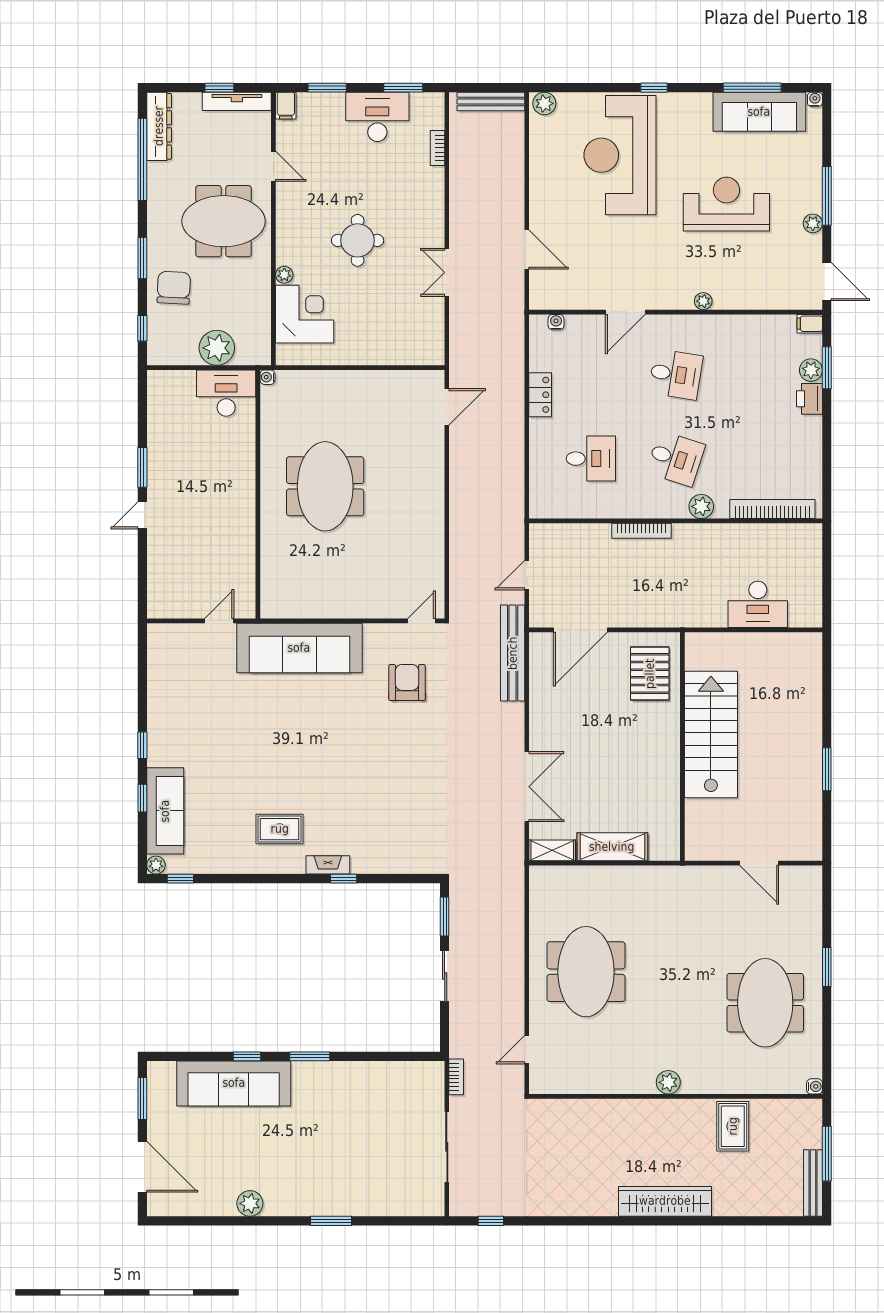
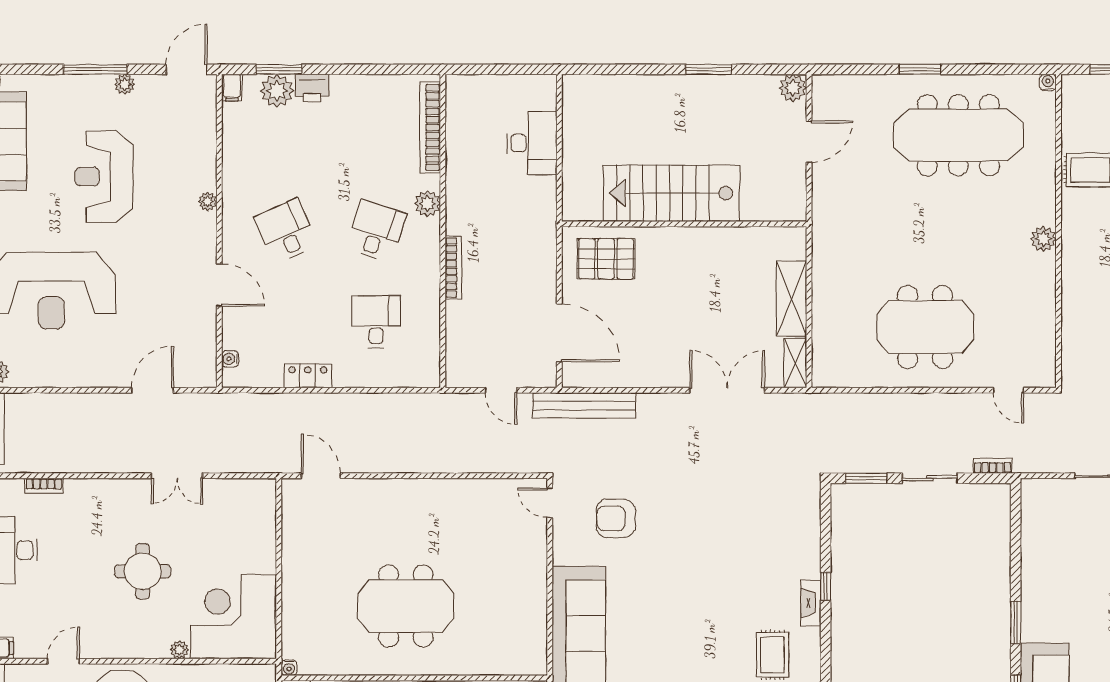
corner desk: (305, 314) -> (233, 617), width x1.36, depth x1.36
plant: (811, 370) -> (277, 91), width x1.36, depth x1.36
desk: (676, 374) -> (286, 231), turned -33
plant: (809, 848) -> (793, 88), added
meeting table: (765, 1003) -> (958, 135), width x1.36
bookcase: (456, 1077) -> (993, 466), moved

